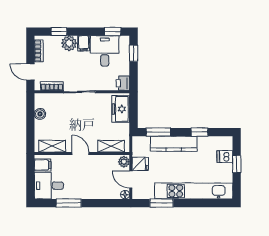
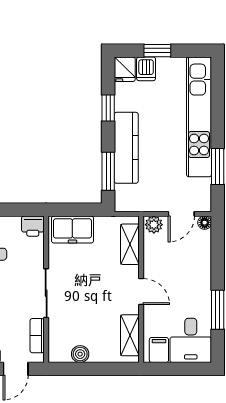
door: (80, 153) -> (141, 292), swing flipped
fridge: (140, 164) -> (125, 69), moved, turned 180

